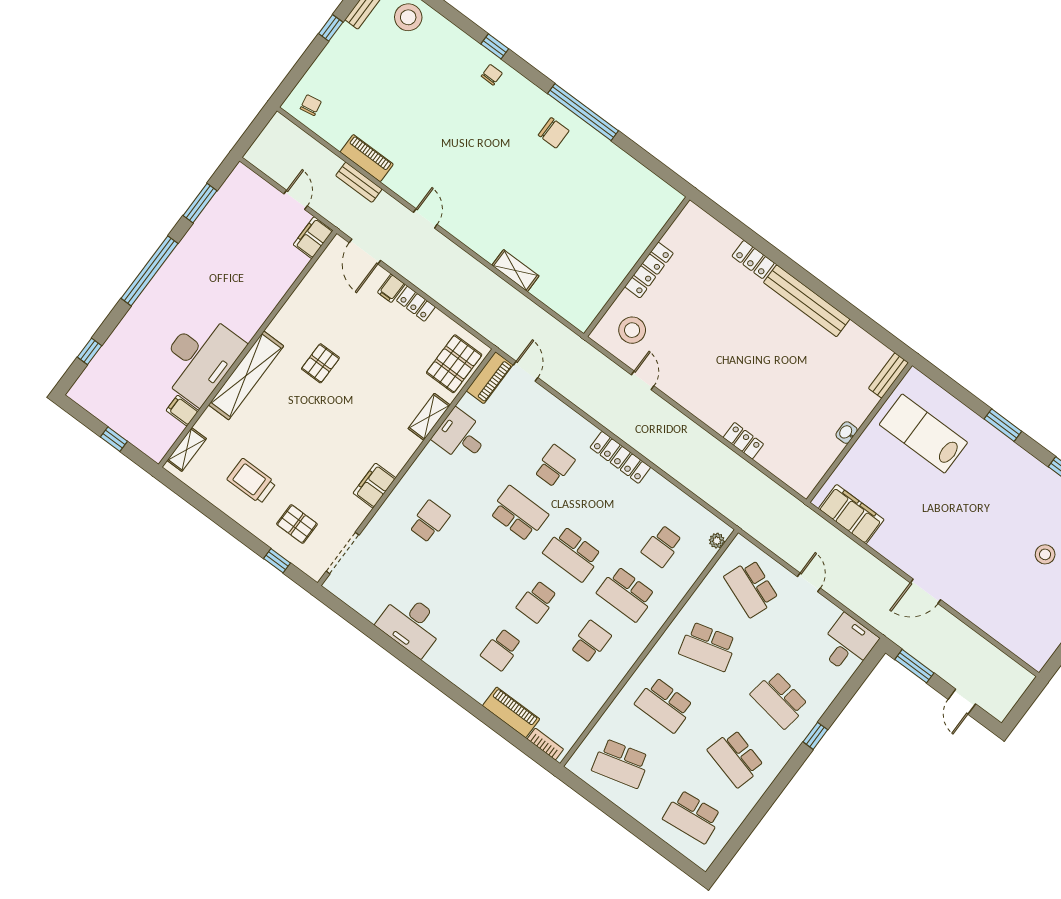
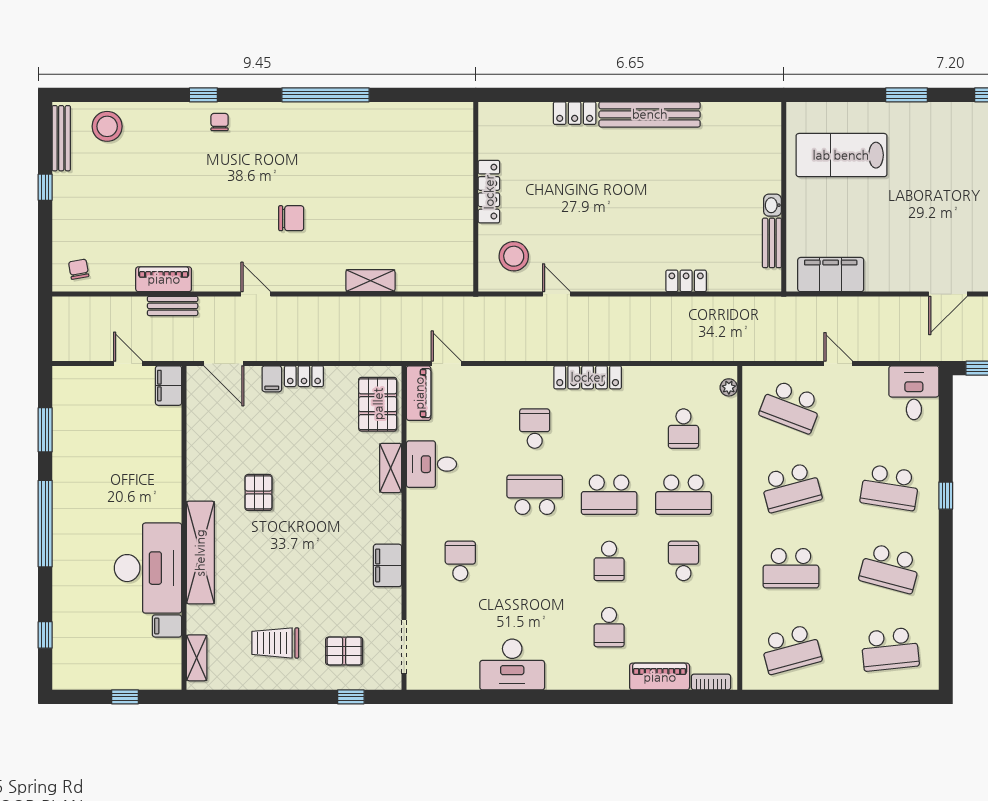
chair: (554, 133) -> (291, 218), moved
bench: (888, 376) -> (772, 243), moved

